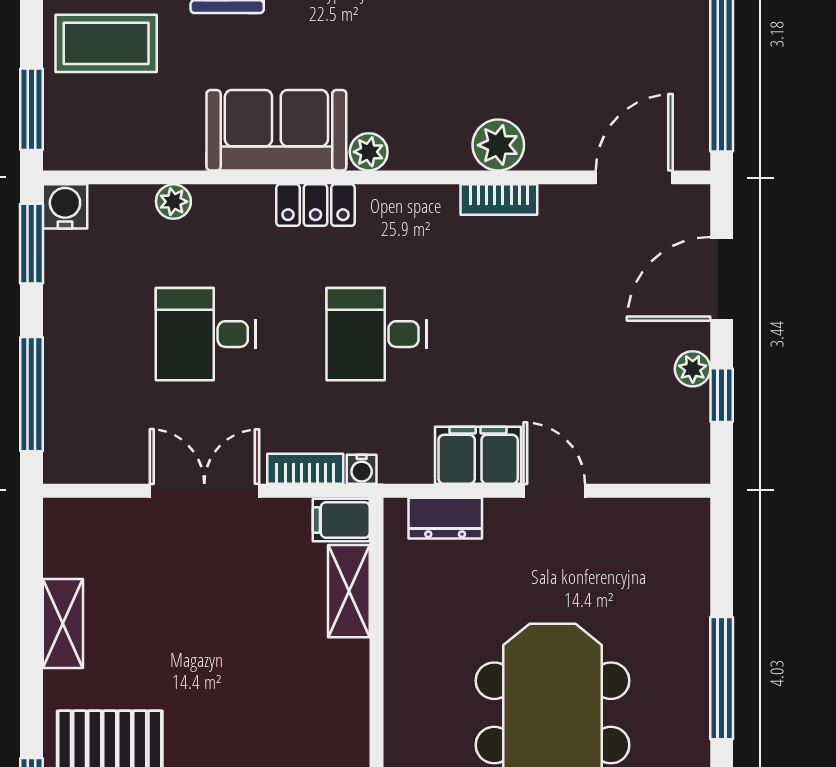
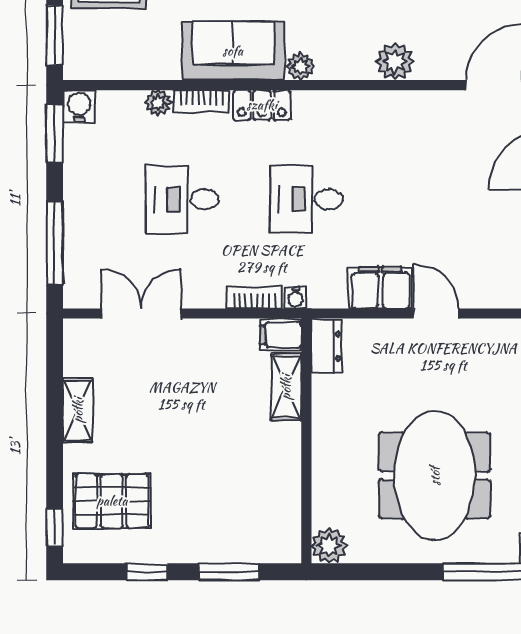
bookcase: (499, 200) -> (201, 101), moved
double door: (204, 491) -> (141, 314), moved
dresser: (445, 518) -> (326, 346), moved, turned -90

